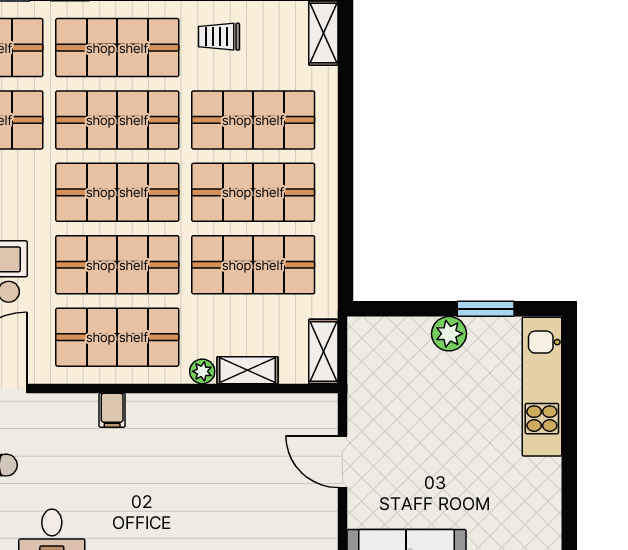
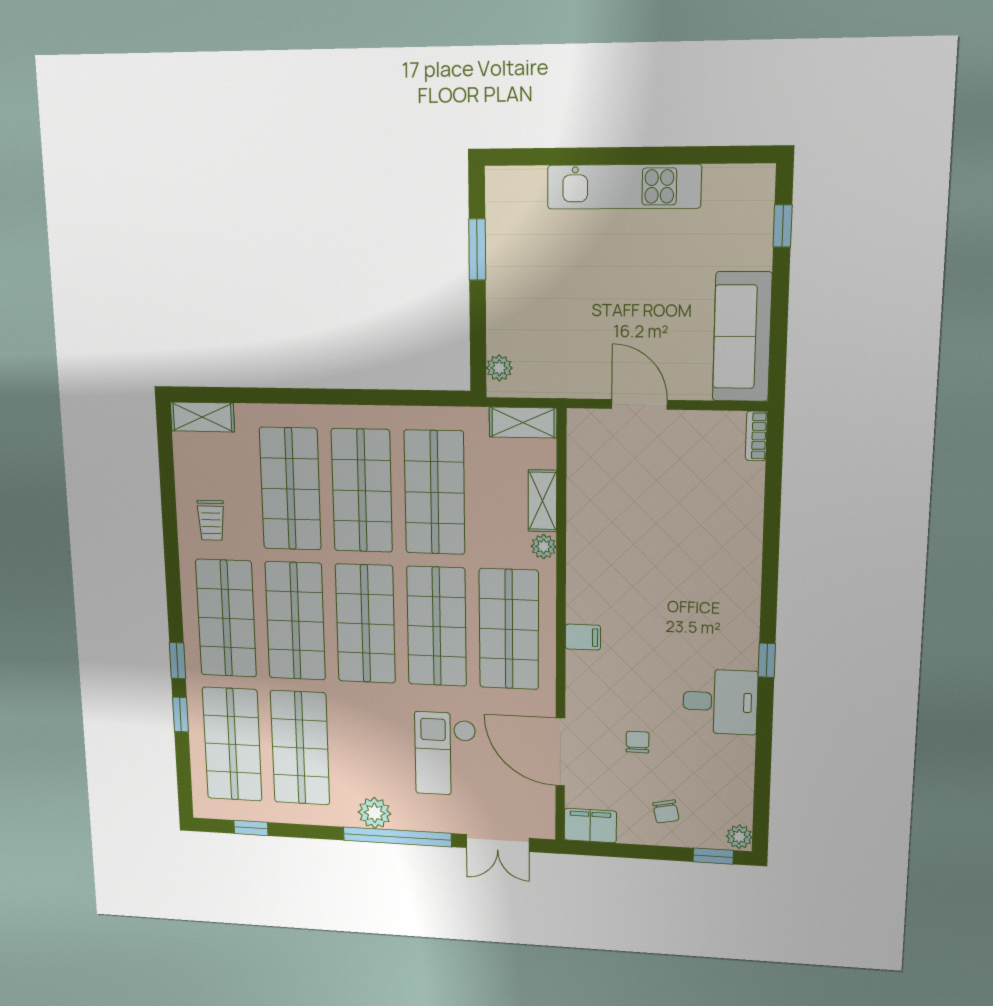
plant: (449, 334) -> (499, 368), moved, width x0.73, depth x0.73
kitchen unit: (542, 387) -> (624, 187), moved
door: (342, 462) -> (639, 404), swing flipped

